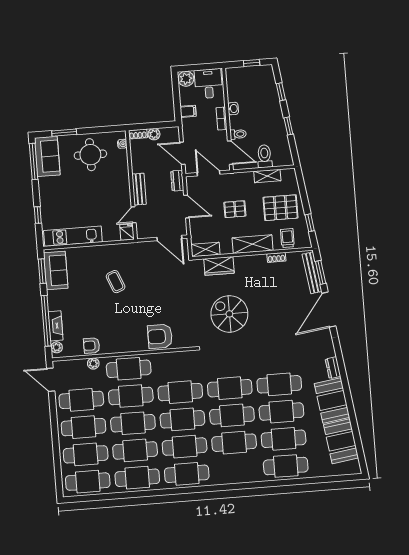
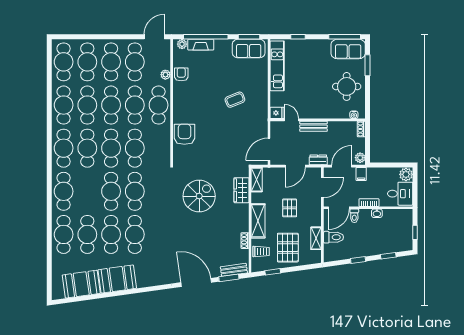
filing cabinet: (188, 111) -> (361, 174), moved
plant: (154, 134) -> (360, 158), moved
bench: (312, 273) -> (234, 270), width x0.73
dresser: (333, 368) -> (146, 282), removed
cafe table: (234, 443) -> (64, 191), moved

